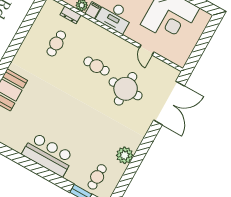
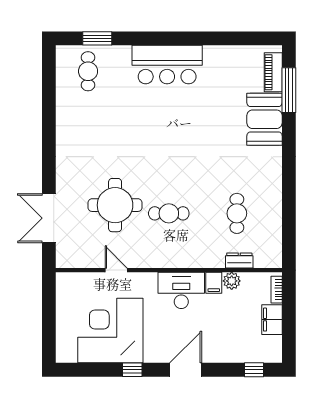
double door: (169, 103) -> (49, 218), width x0.73
plant: (125, 155) -> (68, 119), removed

